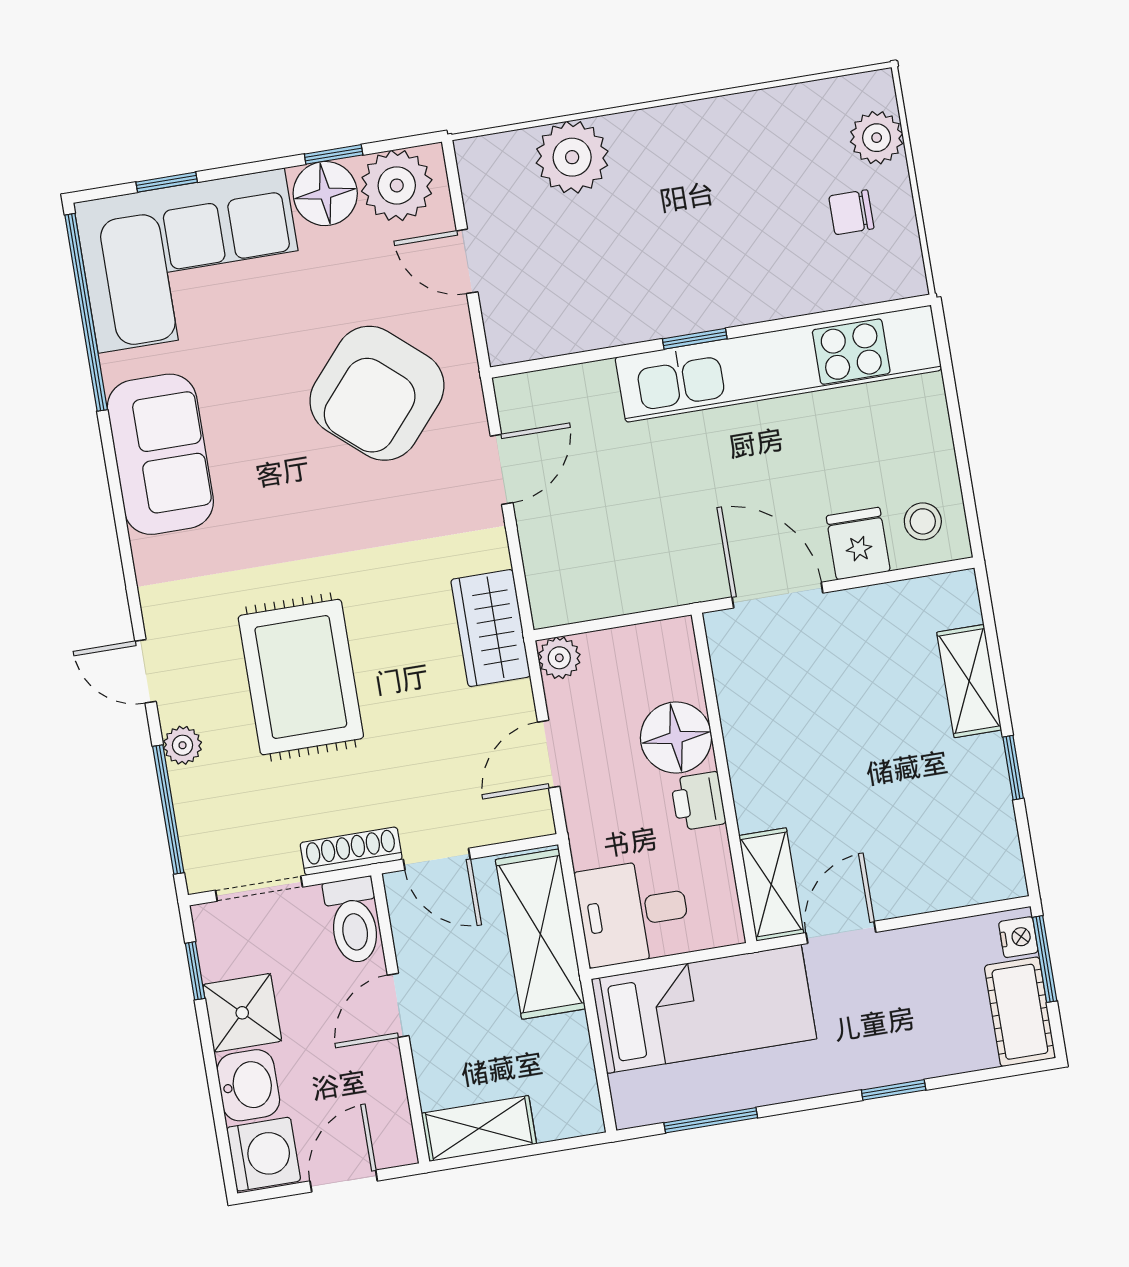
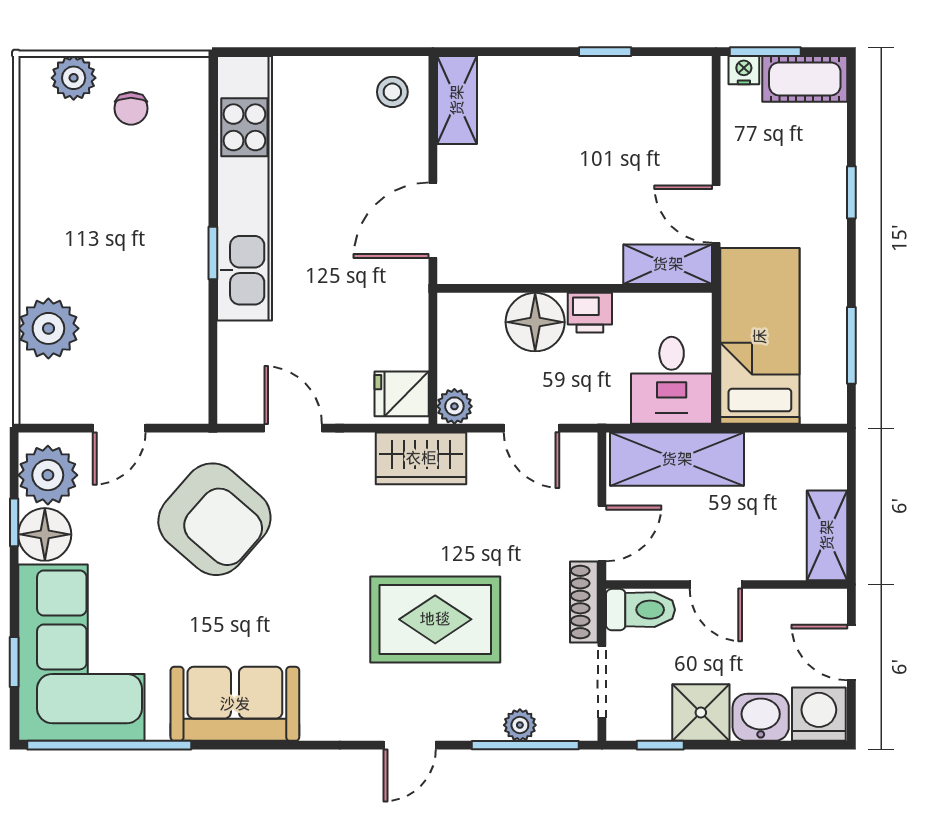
fridge: (858, 543) -> (402, 394), moved
shelving: (969, 681) -> (457, 100), moved, turned 90
plant: (183, 745) -> (520, 725), moved

